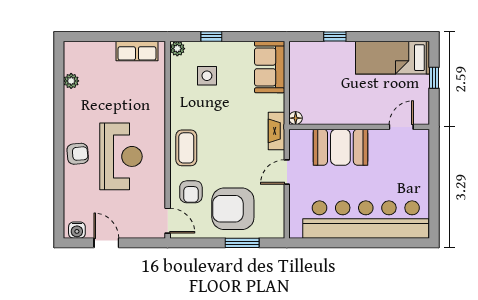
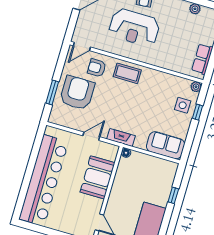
side table: (207, 76) -> (183, 105), moved
door: (287, 172) -> (91, 136), hinge flipped

